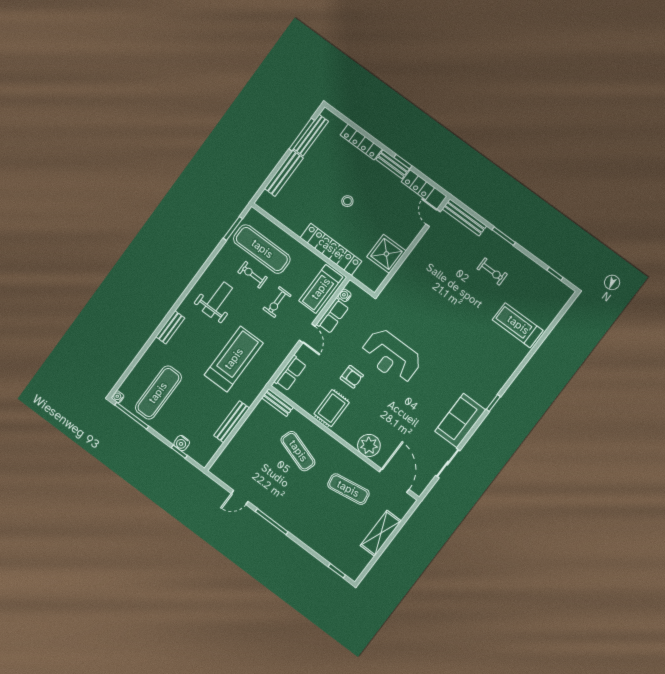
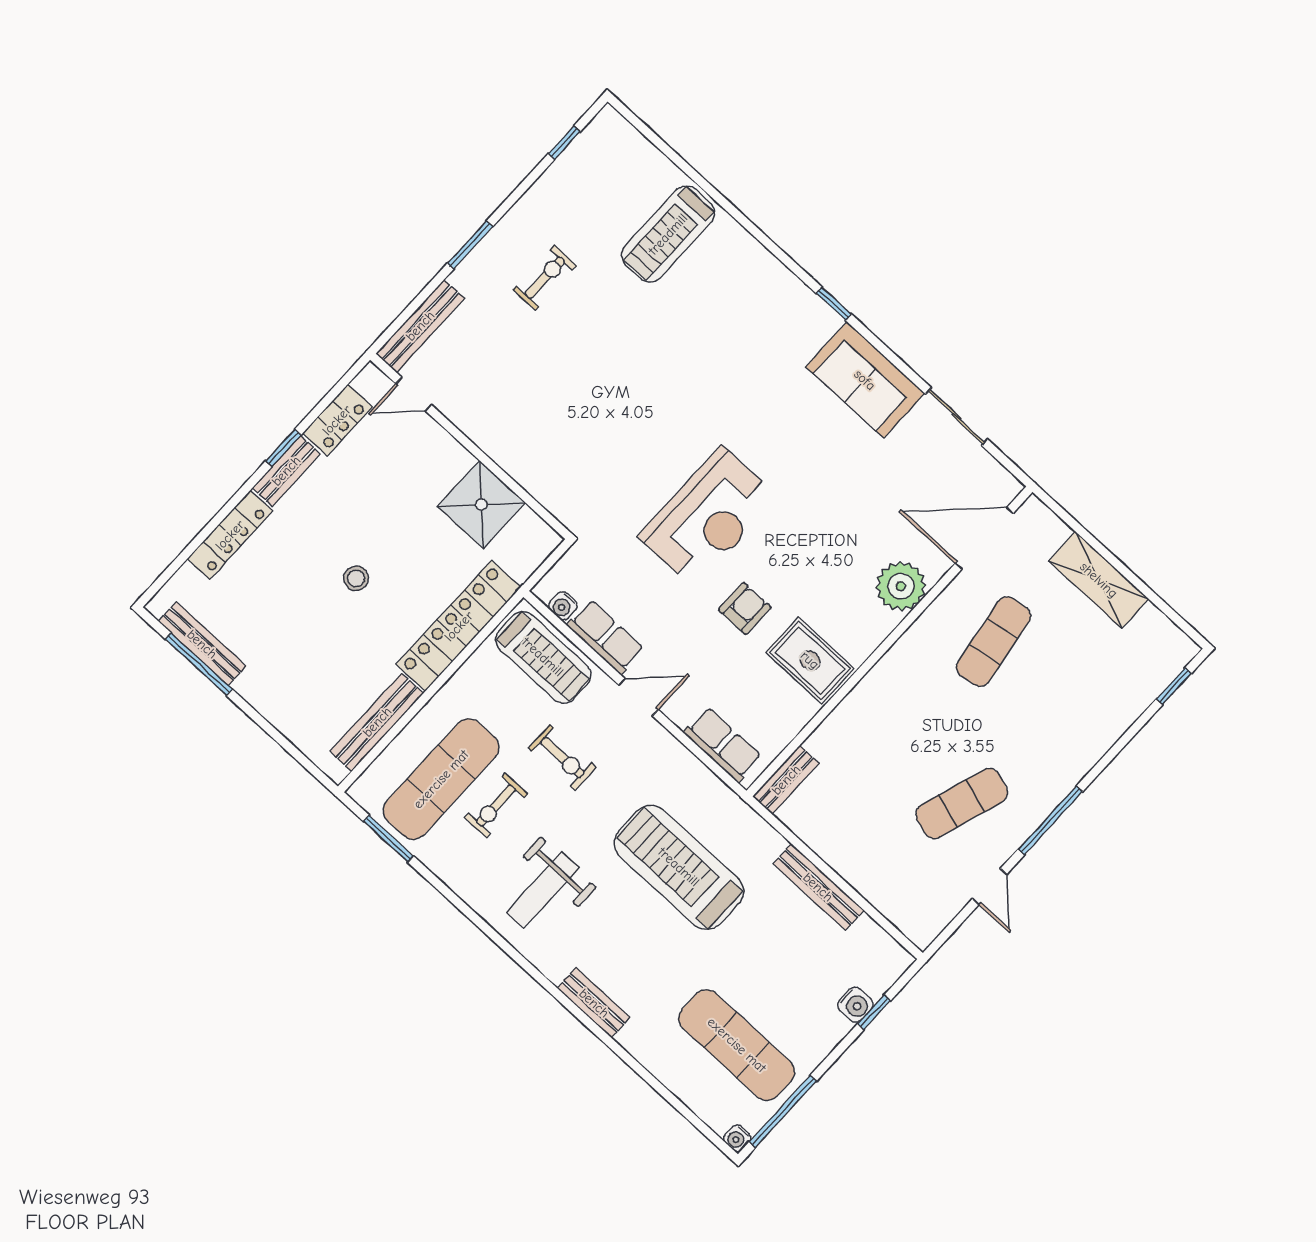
bench: (284, 173) -> (377, 722), moved, turned 90
weight bench: (217, 300) -> (543, 890), turned -90
exercise mat: (298, 451) -> (962, 803), moved

